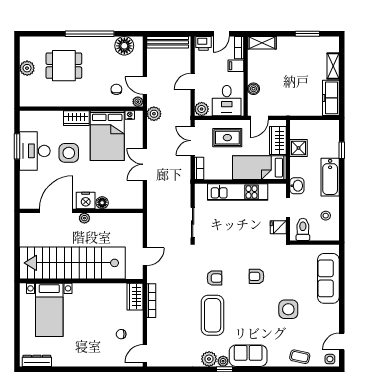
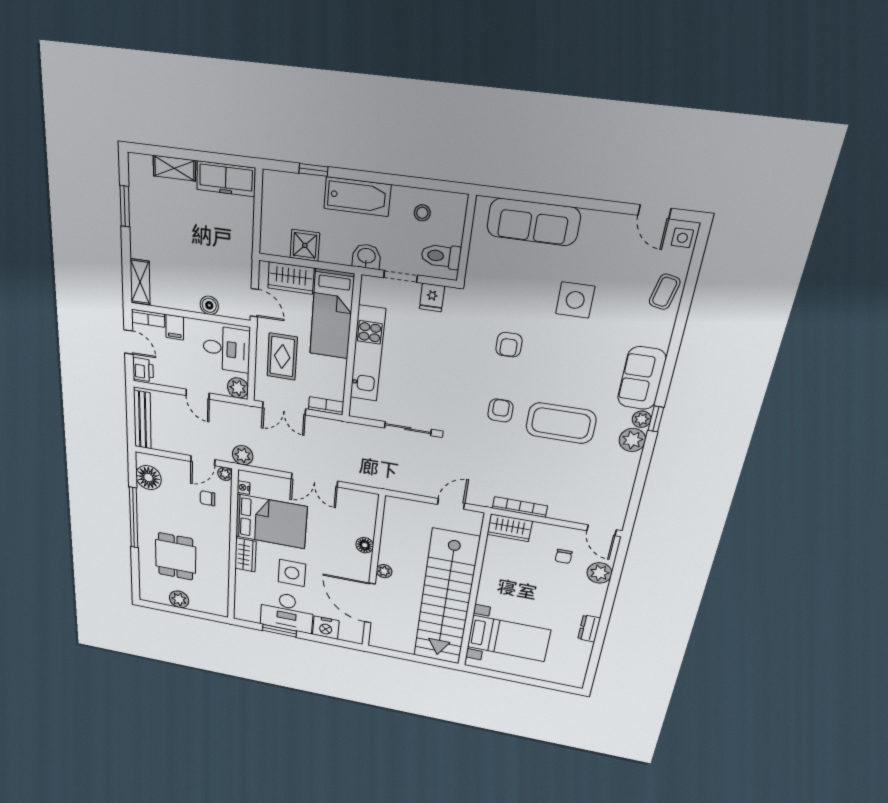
nightstand: (86, 200) -> (326, 628), moved, turned 90
door: (145, 257) -> (451, 504), hinge flipped
plant: (114, 359) -> (599, 573), added
dresser: (37, 361) -> (589, 628), moved, width x0.70

